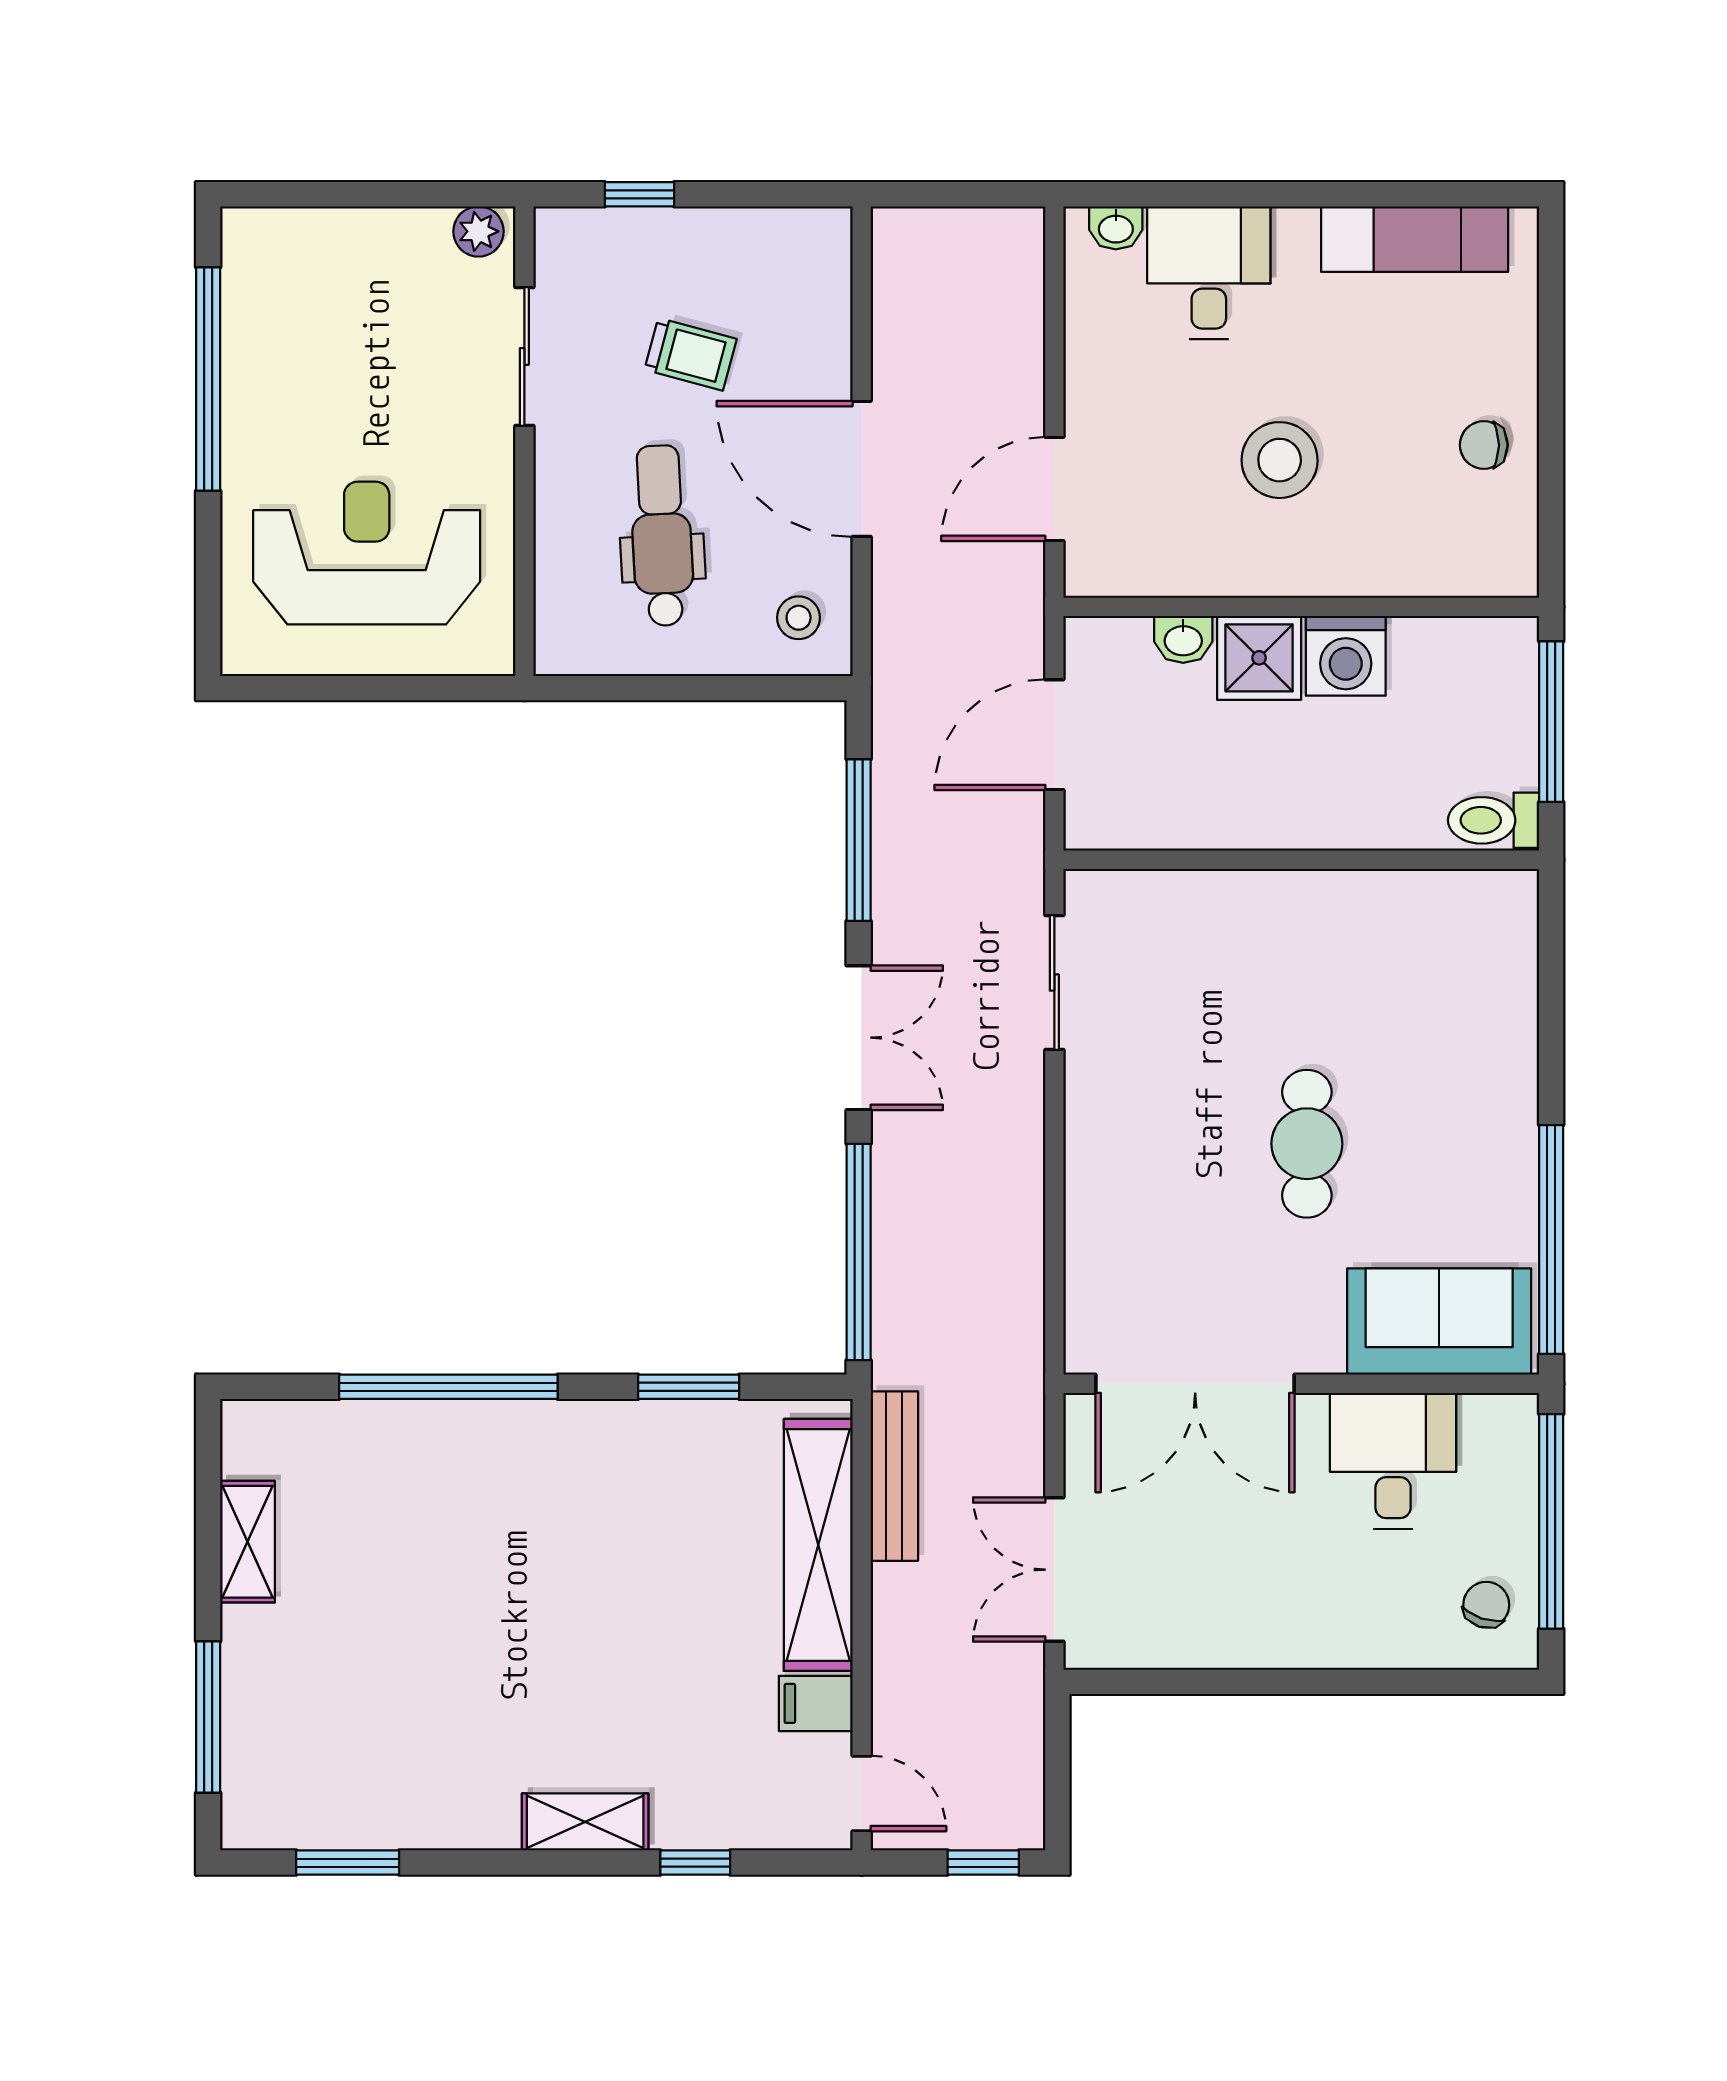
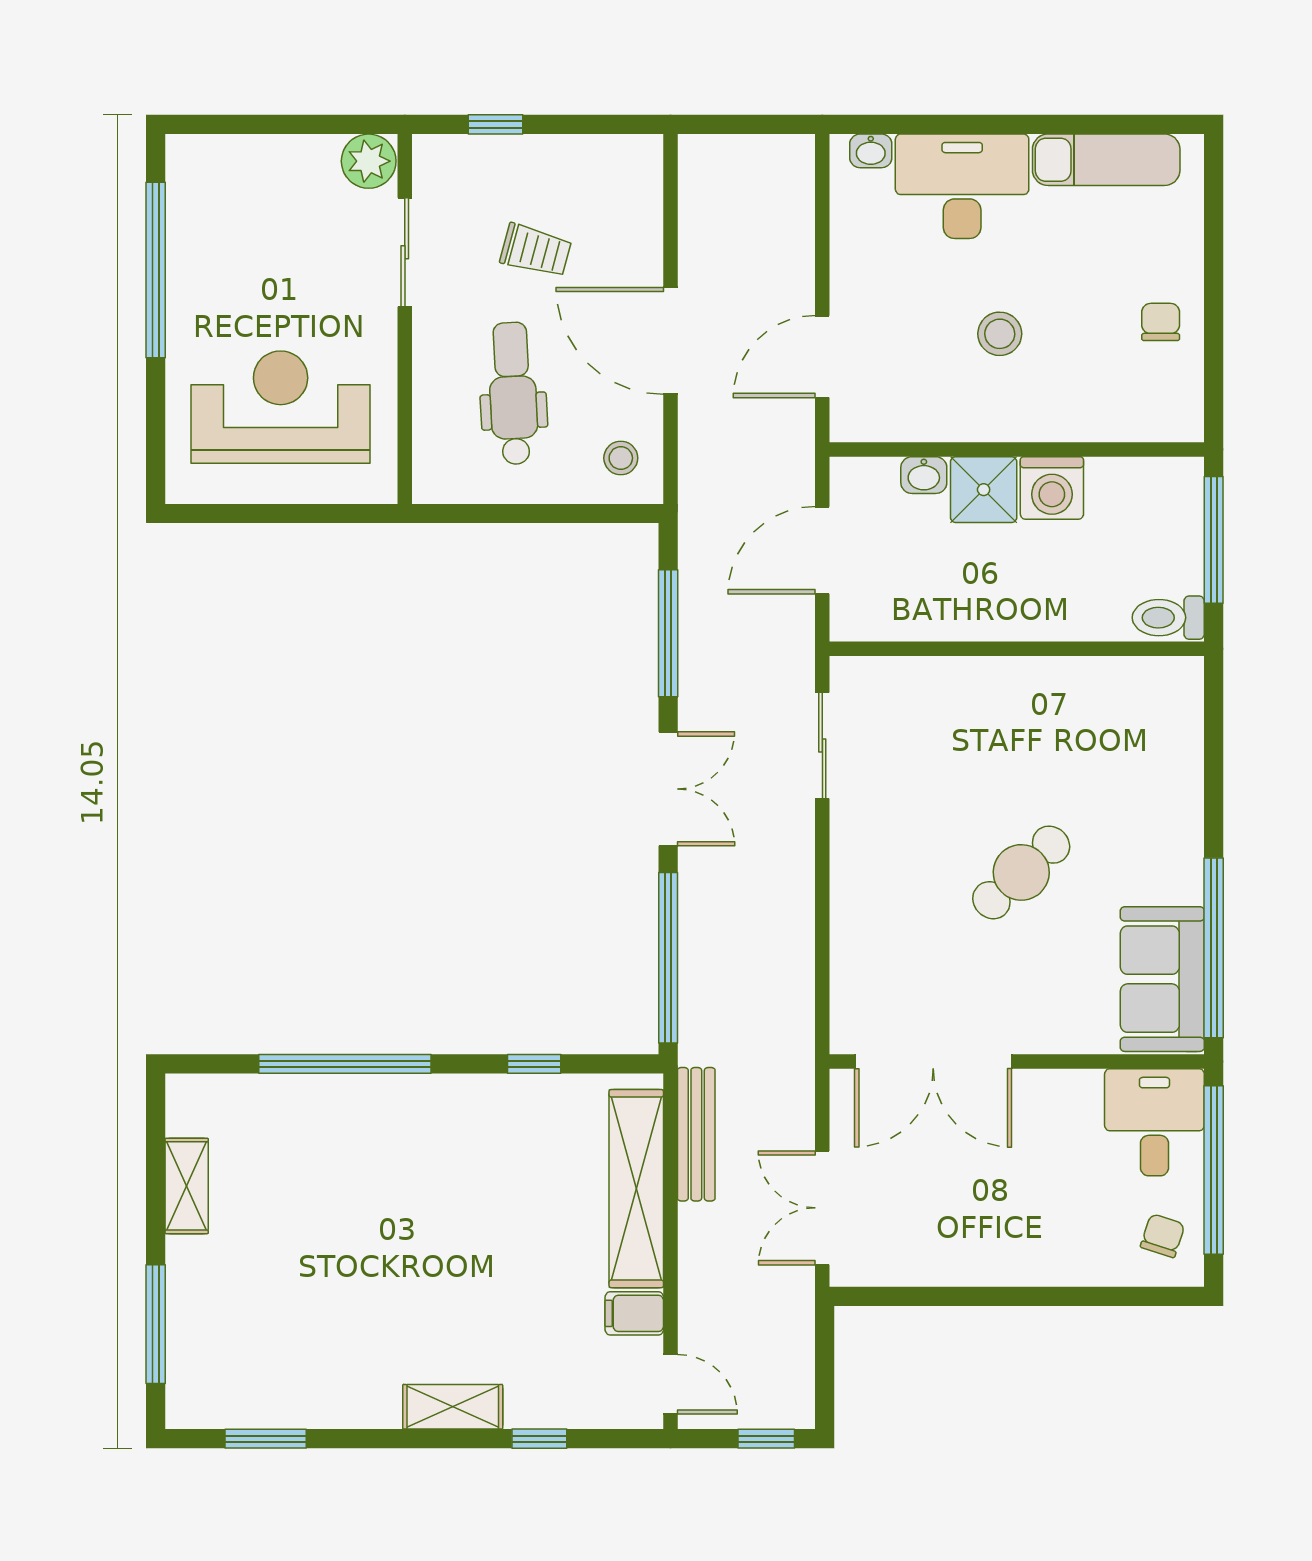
plant: (478, 231) -> (369, 161), width x1.38, depth x1.38
desk: (1209, 273) -> (962, 186), width x1.37
chair: (1484, 445) -> (1161, 322), turned 90
stool: (1280, 460) -> (1000, 334), width x0.73, depth x0.73
cafe table: (1307, 1144) -> (1021, 872), turned 47
sofa: (1439, 1322) -> (1162, 979), moved, turned -90
window: (689, 1387) -> (534, 1064), width x0.67
desk: (1393, 1461) -> (1154, 1122), moved

